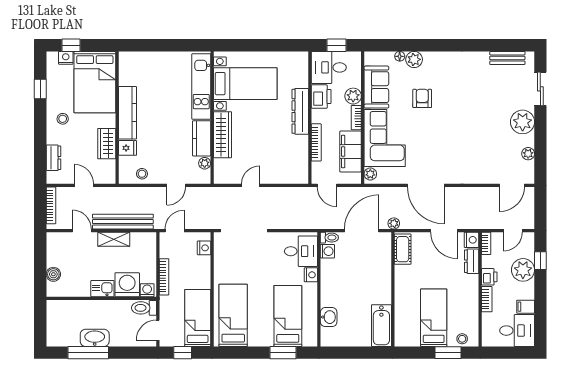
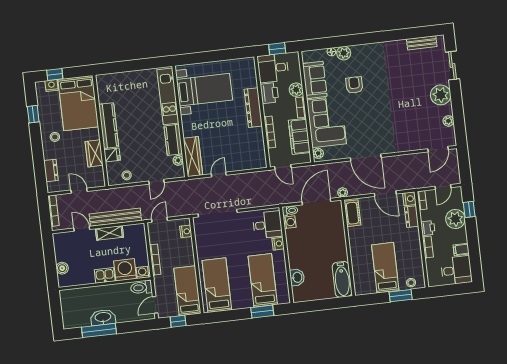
wardrobe: (222, 135) -> (193, 157), moved

